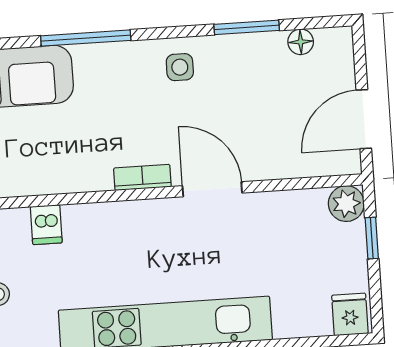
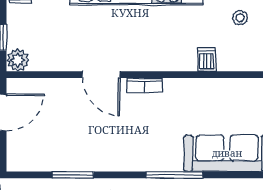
floor lamp: (301, 42) -> (40, 164), removed
side table: (180, 67) -> (117, 153), removed

